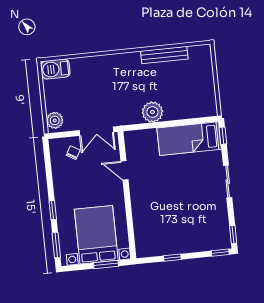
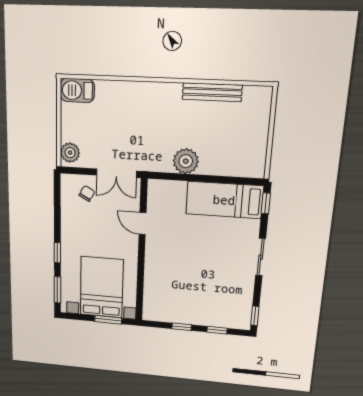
window: (220, 253) -> (217, 330), moved

